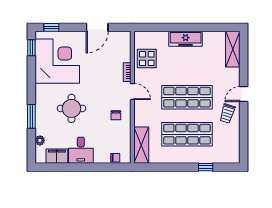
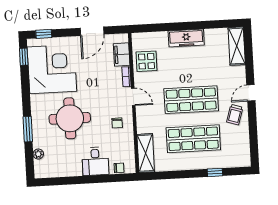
round table: (71, 108) -> (70, 118), width x1.36, depth x1.36
desk: (81, 150) -> (95, 161), moved
filing cabinet: (57, 156) -> (122, 55), moved, turned -90

